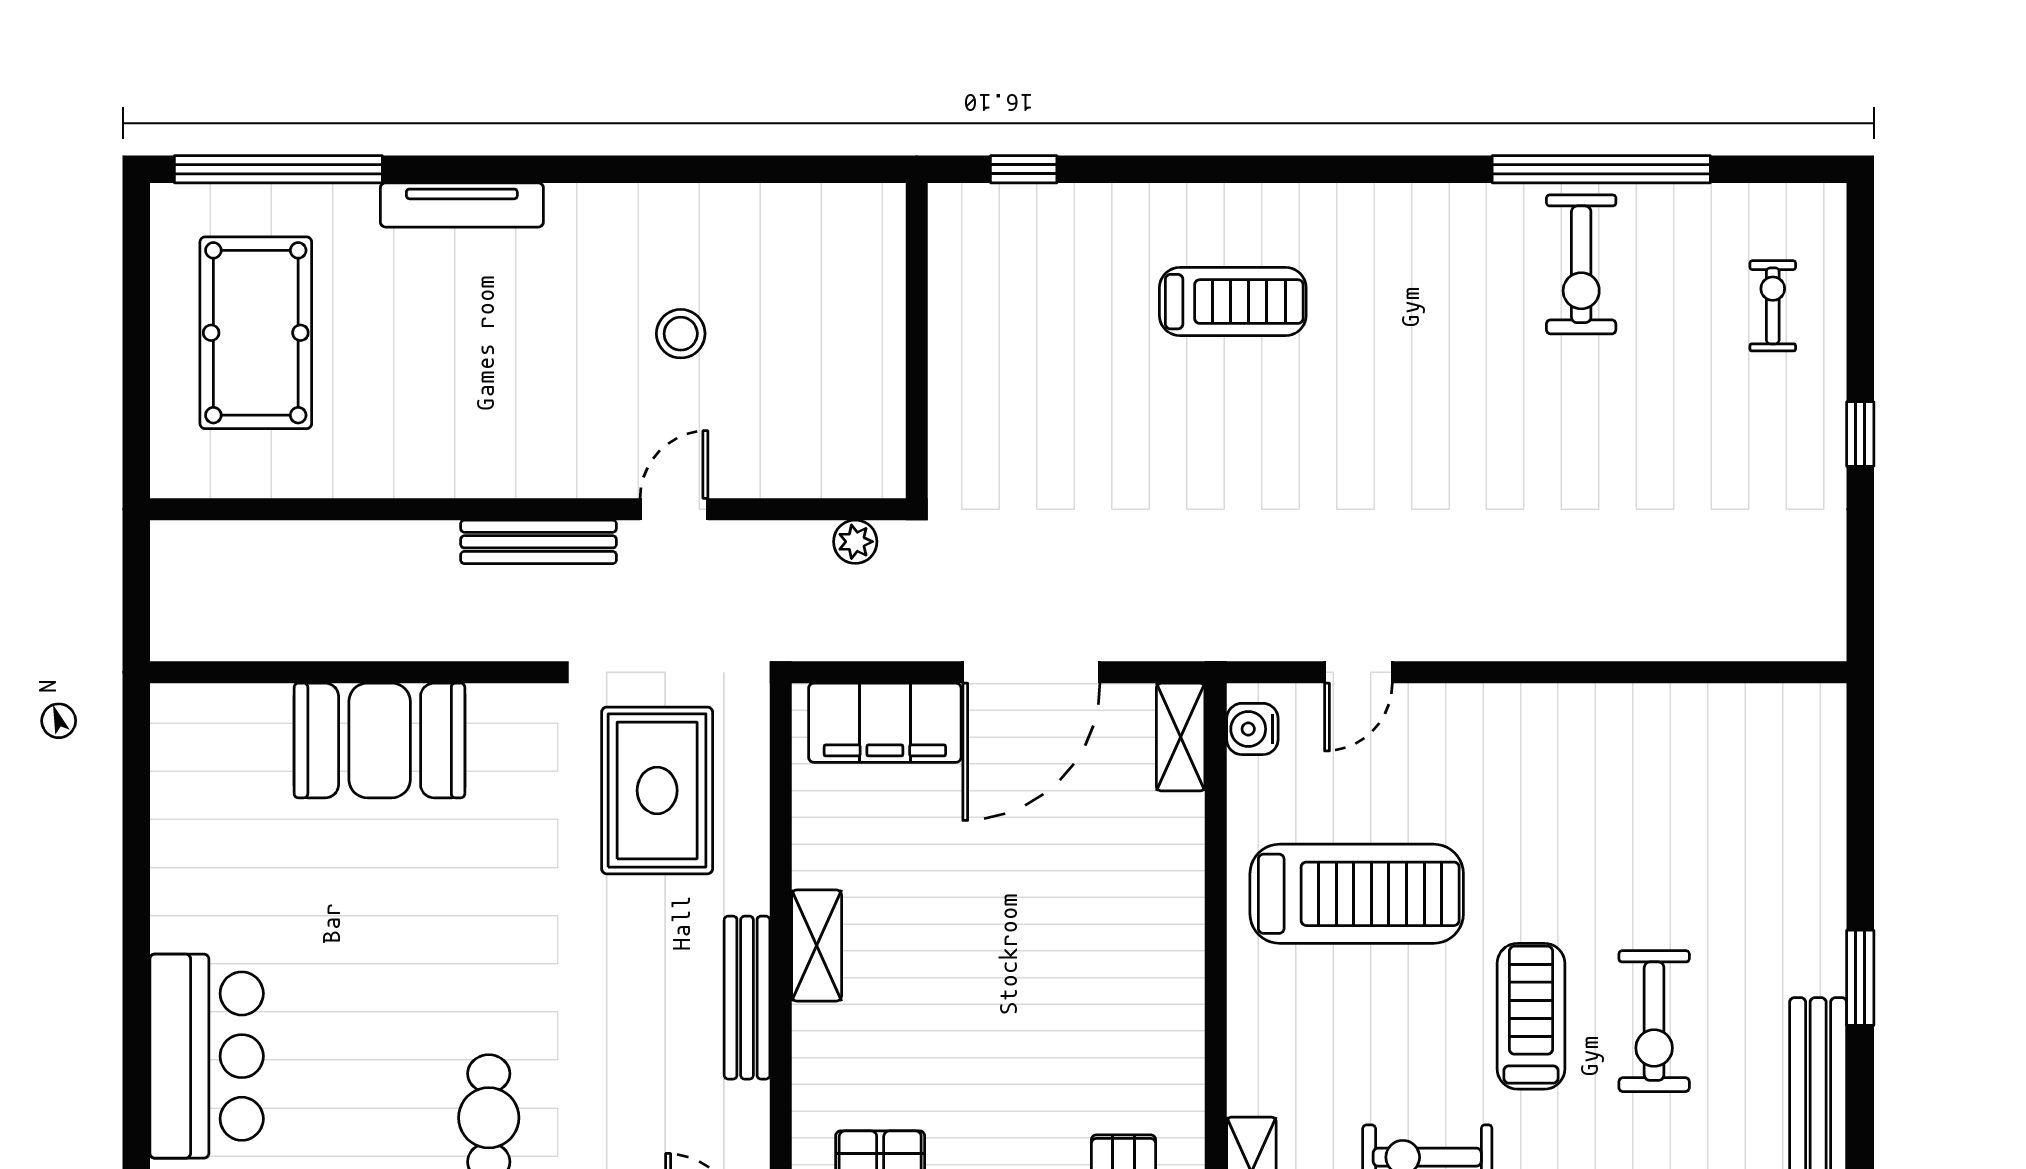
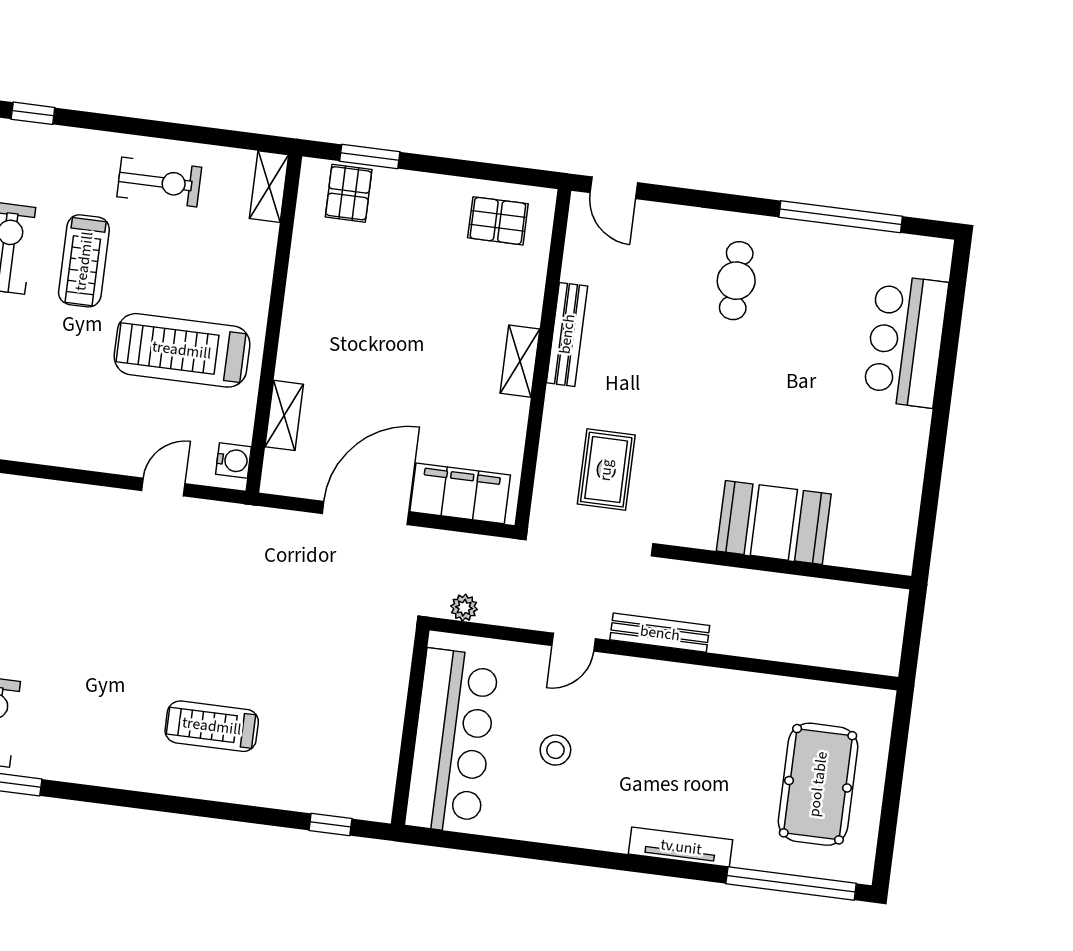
bar counter: (847, 327) -> (452, 741), added
shelving: (1181, 737) -> (284, 415), moved
rug: (657, 790) -> (606, 470), width x0.73, depth x0.70

